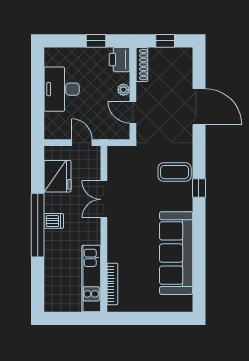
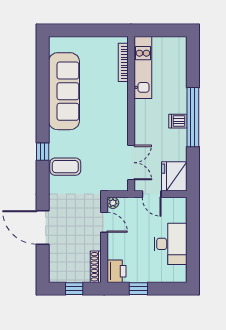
plant: (123, 90) -> (113, 203), moved
fridge: (58, 176) -> (174, 176), moved
double door: (104, 199) -> (131, 163), moved

